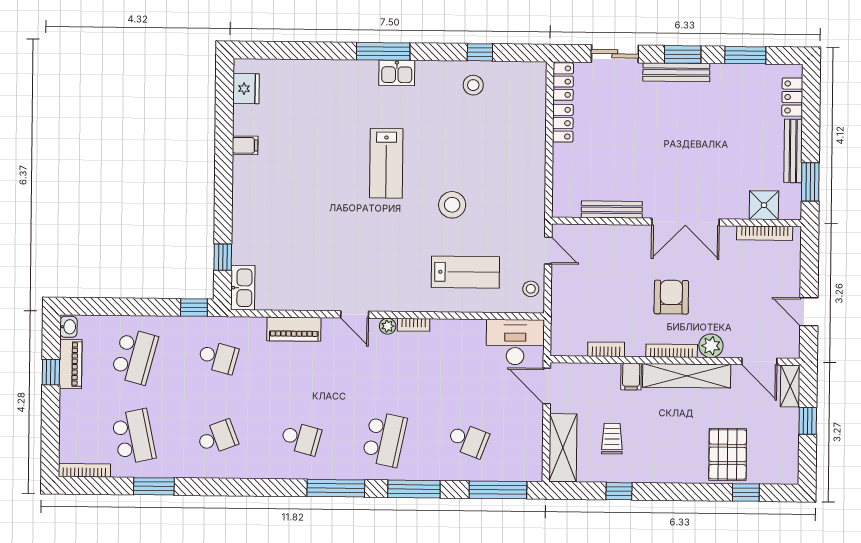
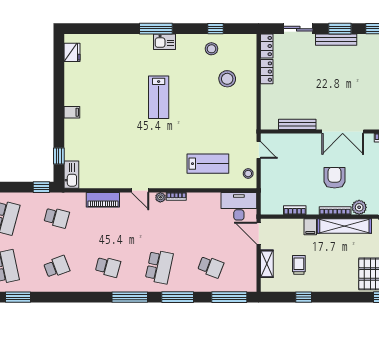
filing cabinet: (245, 145) -> (72, 112), moved
stool: (452, 205) -> (227, 79), moved
shelving: (563, 448) -> (267, 264), width x0.67, depth x0.75

